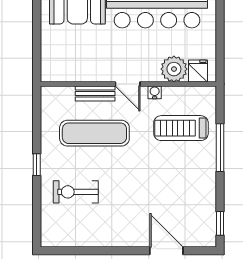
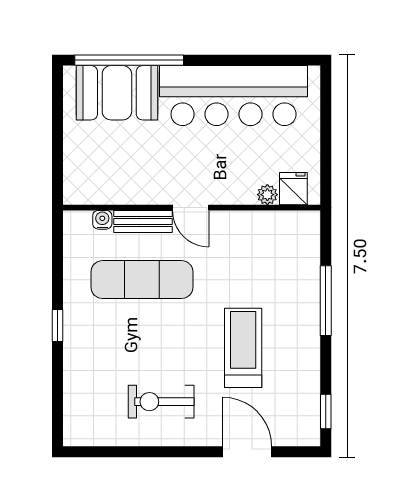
plant: (174, 69) -> (267, 195), width x0.53, depth x0.53
water cooler: (155, 92) -> (102, 220), moved
treadmill: (181, 128) -> (243, 348), moved, turned 90
exercise bike: (76, 192) -> (161, 402), moved

